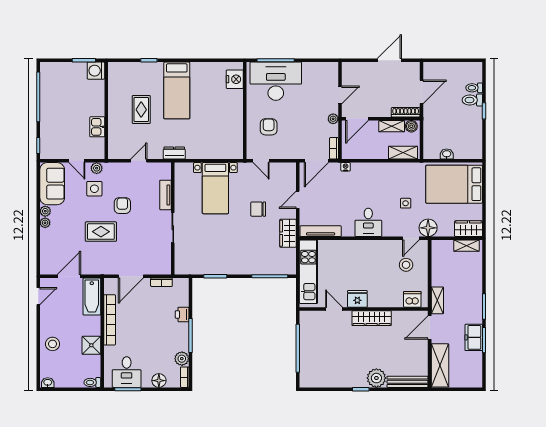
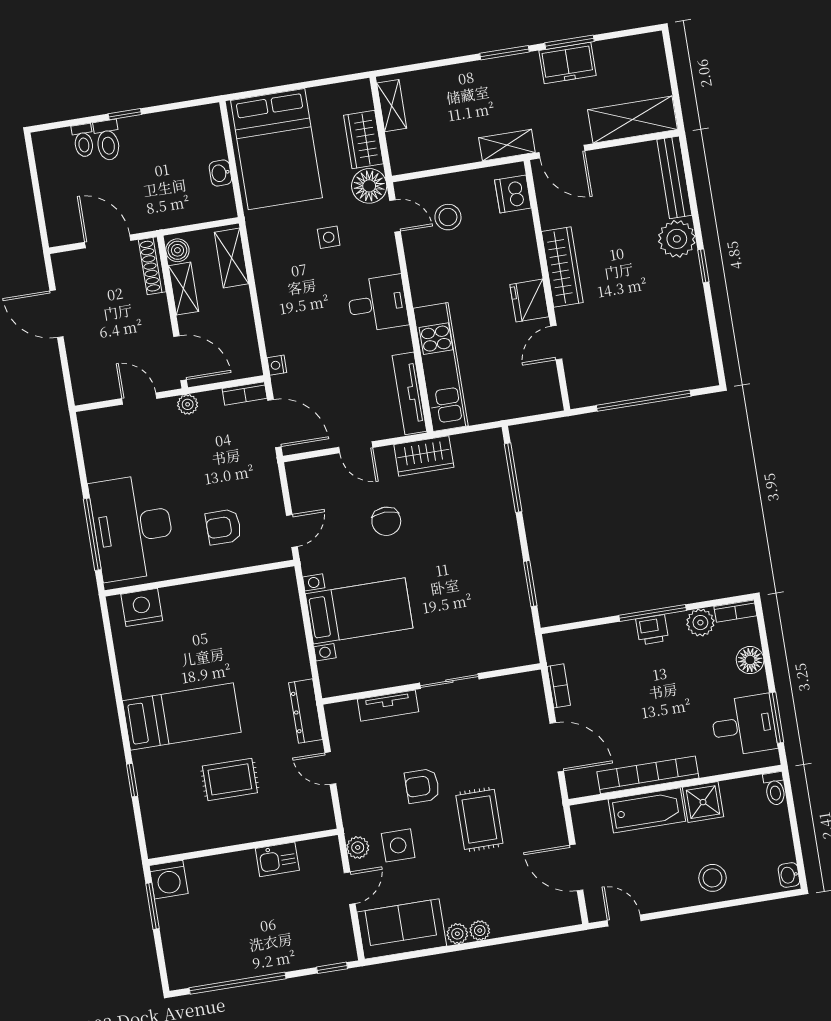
dresser: (174, 153) -> (306, 711), width x1.44
wardrobe: (469, 229) -> (363, 139), moved
kitchen unit: (308, 272) -> (441, 367), moved, turned 90
bathtub: (92, 297) -> (647, 810), moved
printer: (182, 314) -> (652, 630), moved

